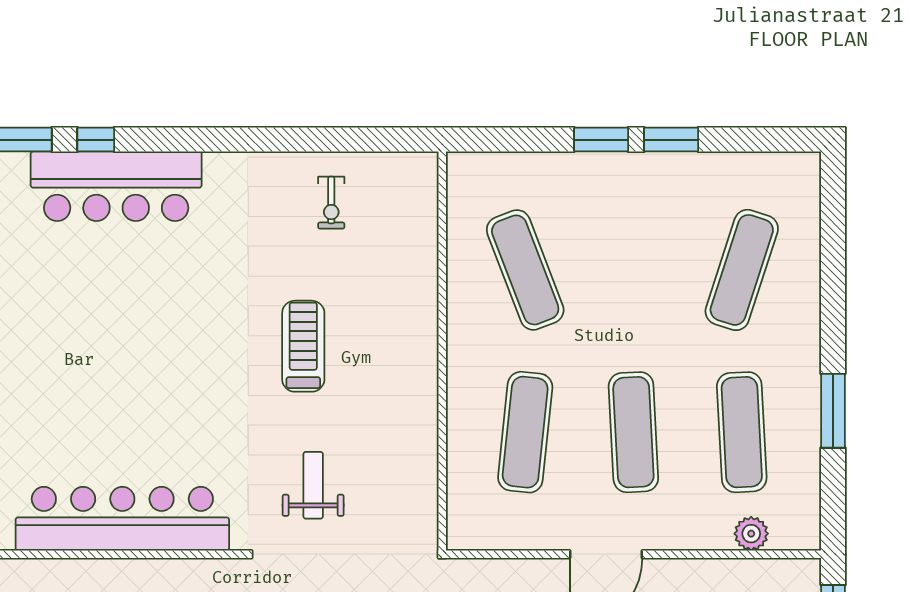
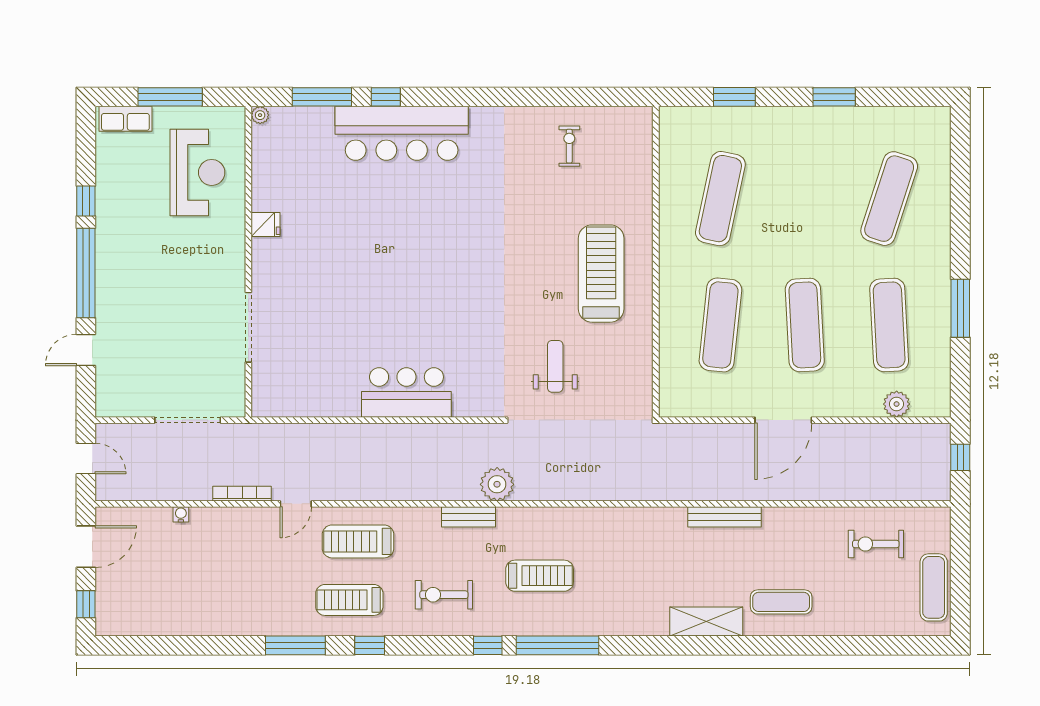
window: (601, 140) -> (734, 97), moved
exercise bike: (331, 203) -> (569, 146), turned 180
exercise mat: (525, 270) -> (720, 199), turned 33
treadmill: (303, 346) -> (601, 274), moved, width x1.37, depth x1.38
bar counter: (122, 519) -> (406, 392), width x0.54

